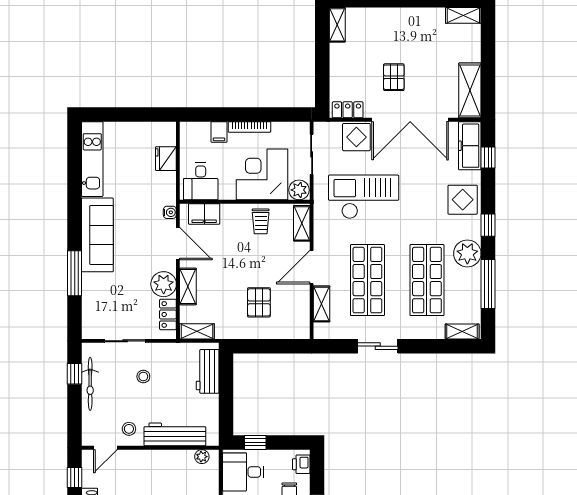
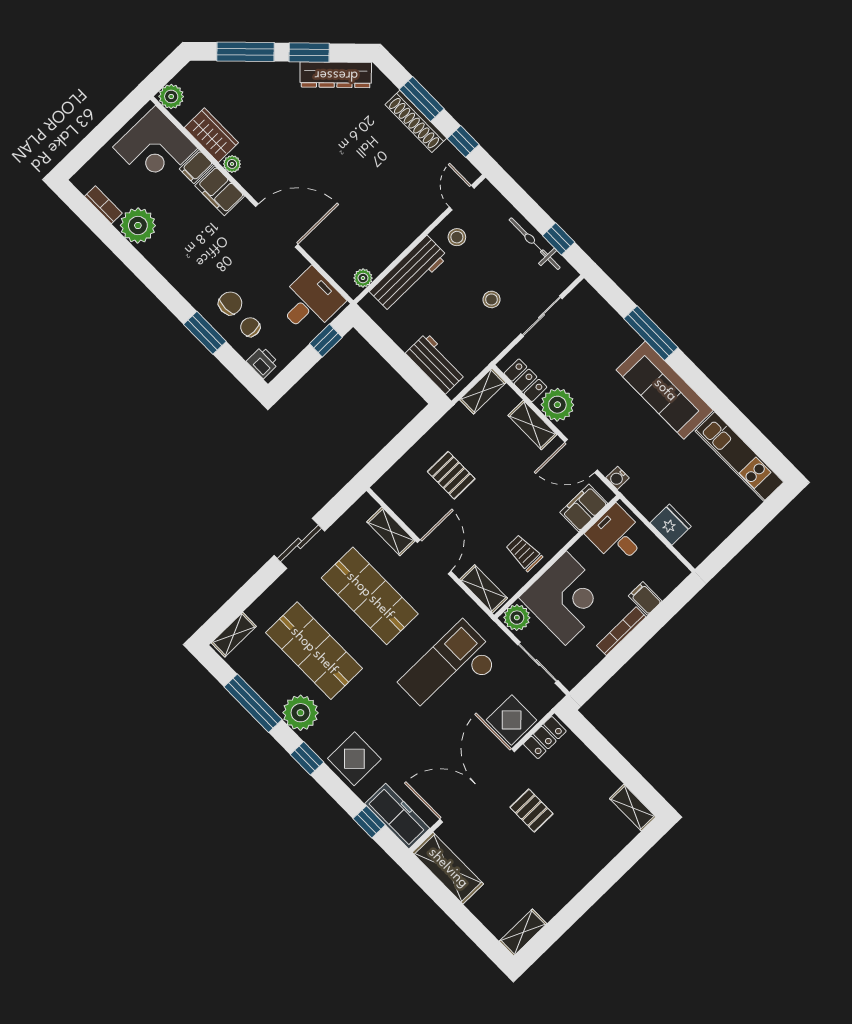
checkout: (364, 197) -> (450, 671), turned 180

